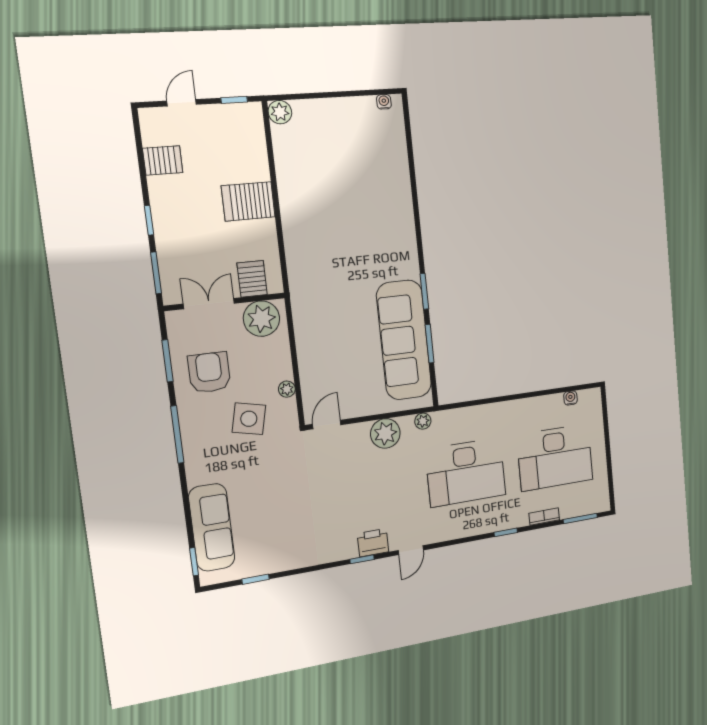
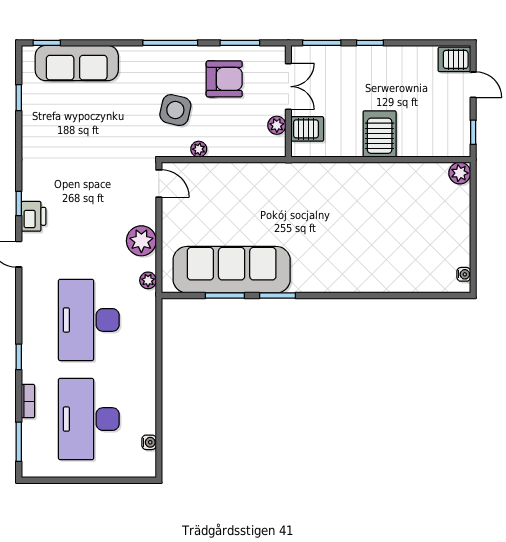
server rack: (163, 160) -> (454, 59), moved, turned 90
plant: (261, 319) -> (277, 125), width x0.53, depth x0.53

